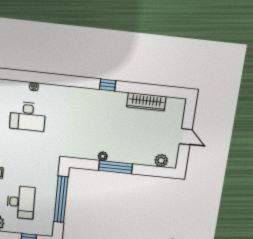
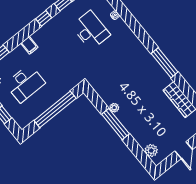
window: (108, 85) -> (165, 63), width x2.17
desk: (28, 116) -> (91, 30), turned 180

